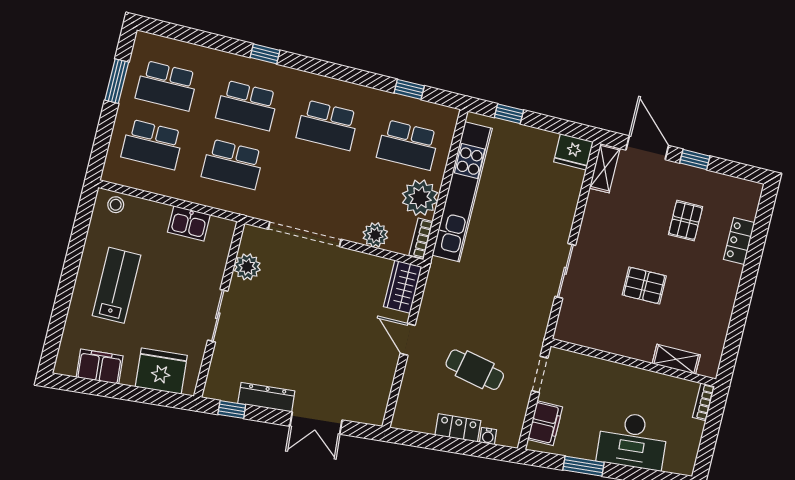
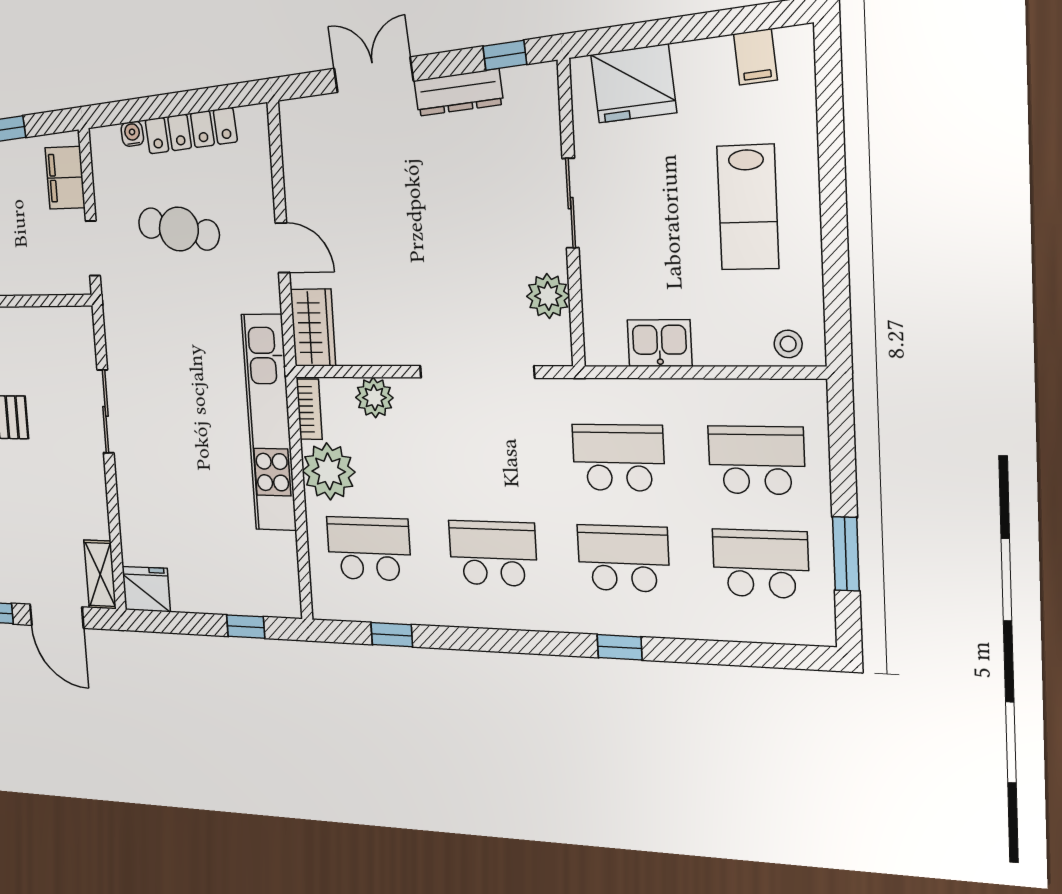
kitchen unit: (462, 192) -> (269, 423), moved
filing cabinet: (100, 367) -> (755, 57), width x0.50
locker: (458, 428) -> (191, 131), width x1.53

